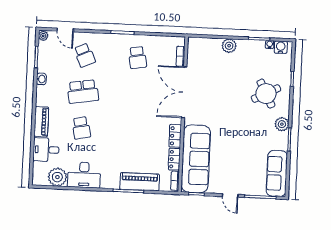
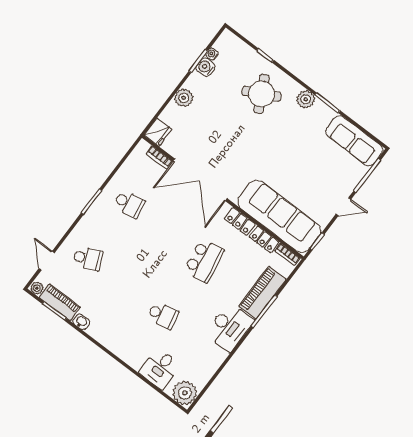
door: (65, 30) -> (47, 261), swing flipped
fridge: (196, 44) -> (158, 132), added
water cooler: (281, 47) -> (206, 67), moved
school desk: (83, 92) -> (204, 261), moved
piano: (41, 122) -> (60, 302), moved
desk: (84, 175) -> (230, 327), moved
plant: (57, 177) -> (185, 393), moved

